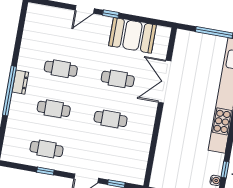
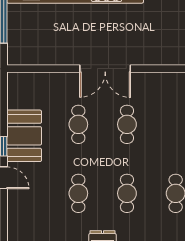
booth: (132, 35) -> (24, 136), moved
double door: (165, 82) -> (105, 69), moved

